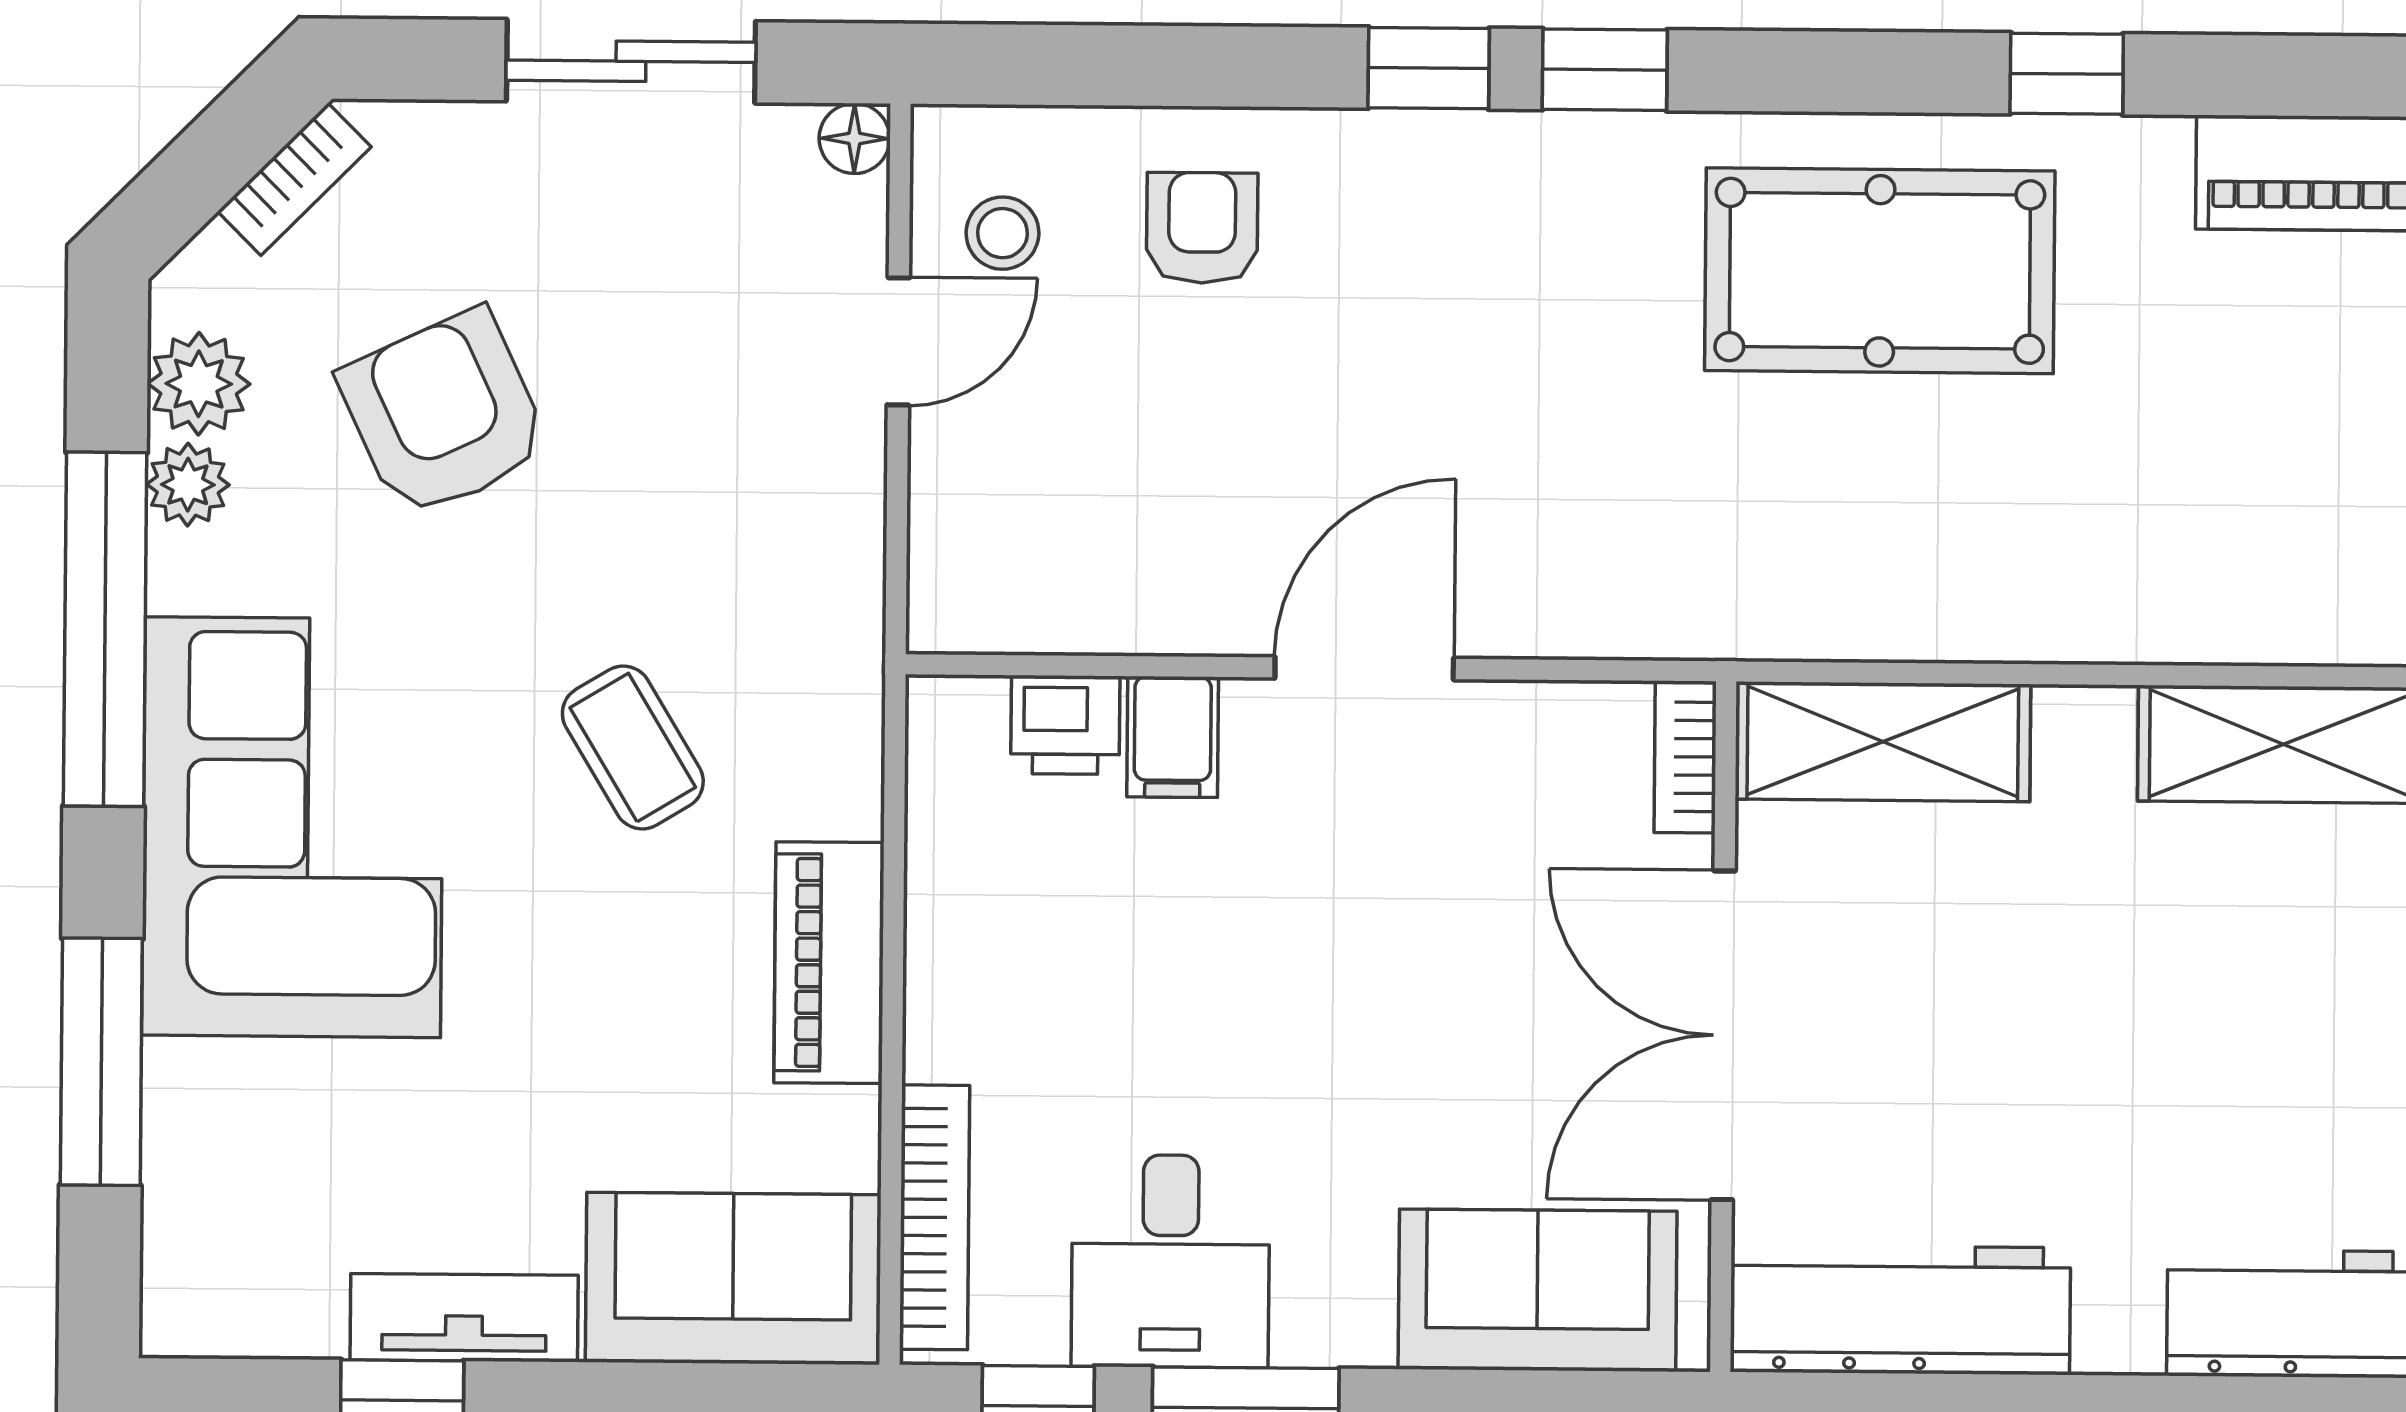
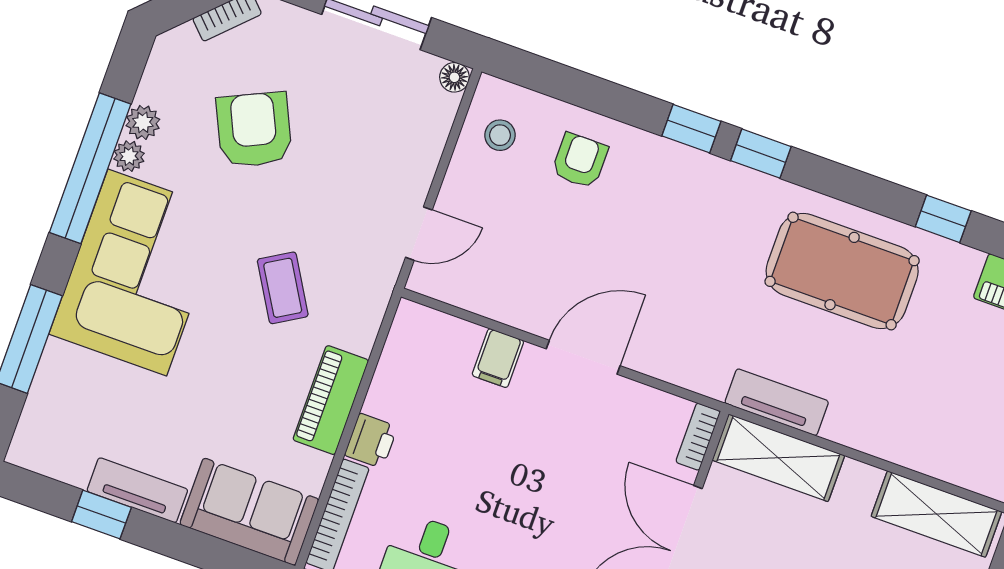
door: (898, 341) -> (419, 234), moved
plant: (199, 384) -> (129, 156), moved, width x0.73, depth x0.73
tv unit: (1835, 618) -> (777, 402), added
printer: (1065, 725) -> (371, 441), moved, turned -90

